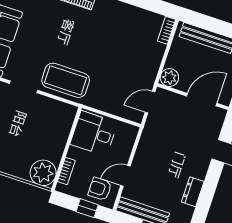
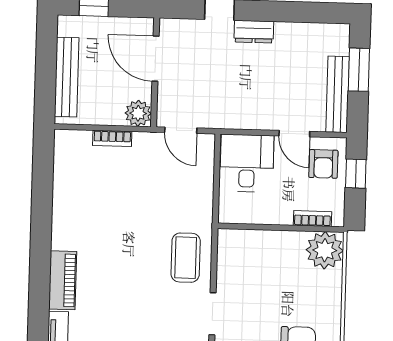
bookcase: (167, 30) -> (112, 138), moved
coffee table: (66, 80) -> (186, 258), width x0.73, depth x0.76
desk: (94, 133) -> (247, 163), moved, turned 180
dresser: (193, 192) -> (254, 32), moved

